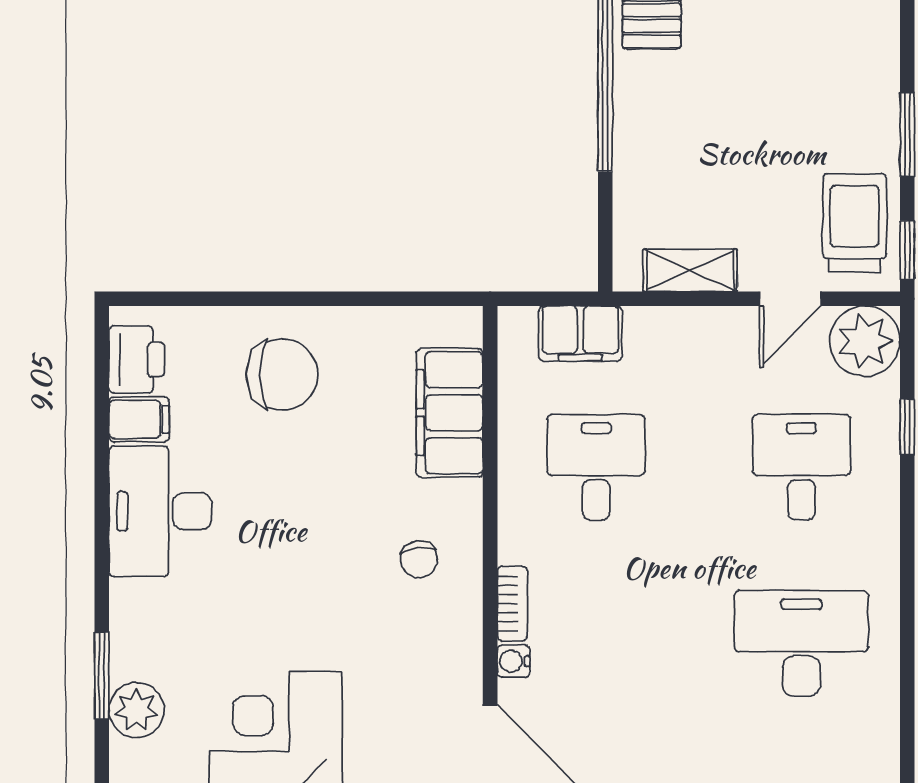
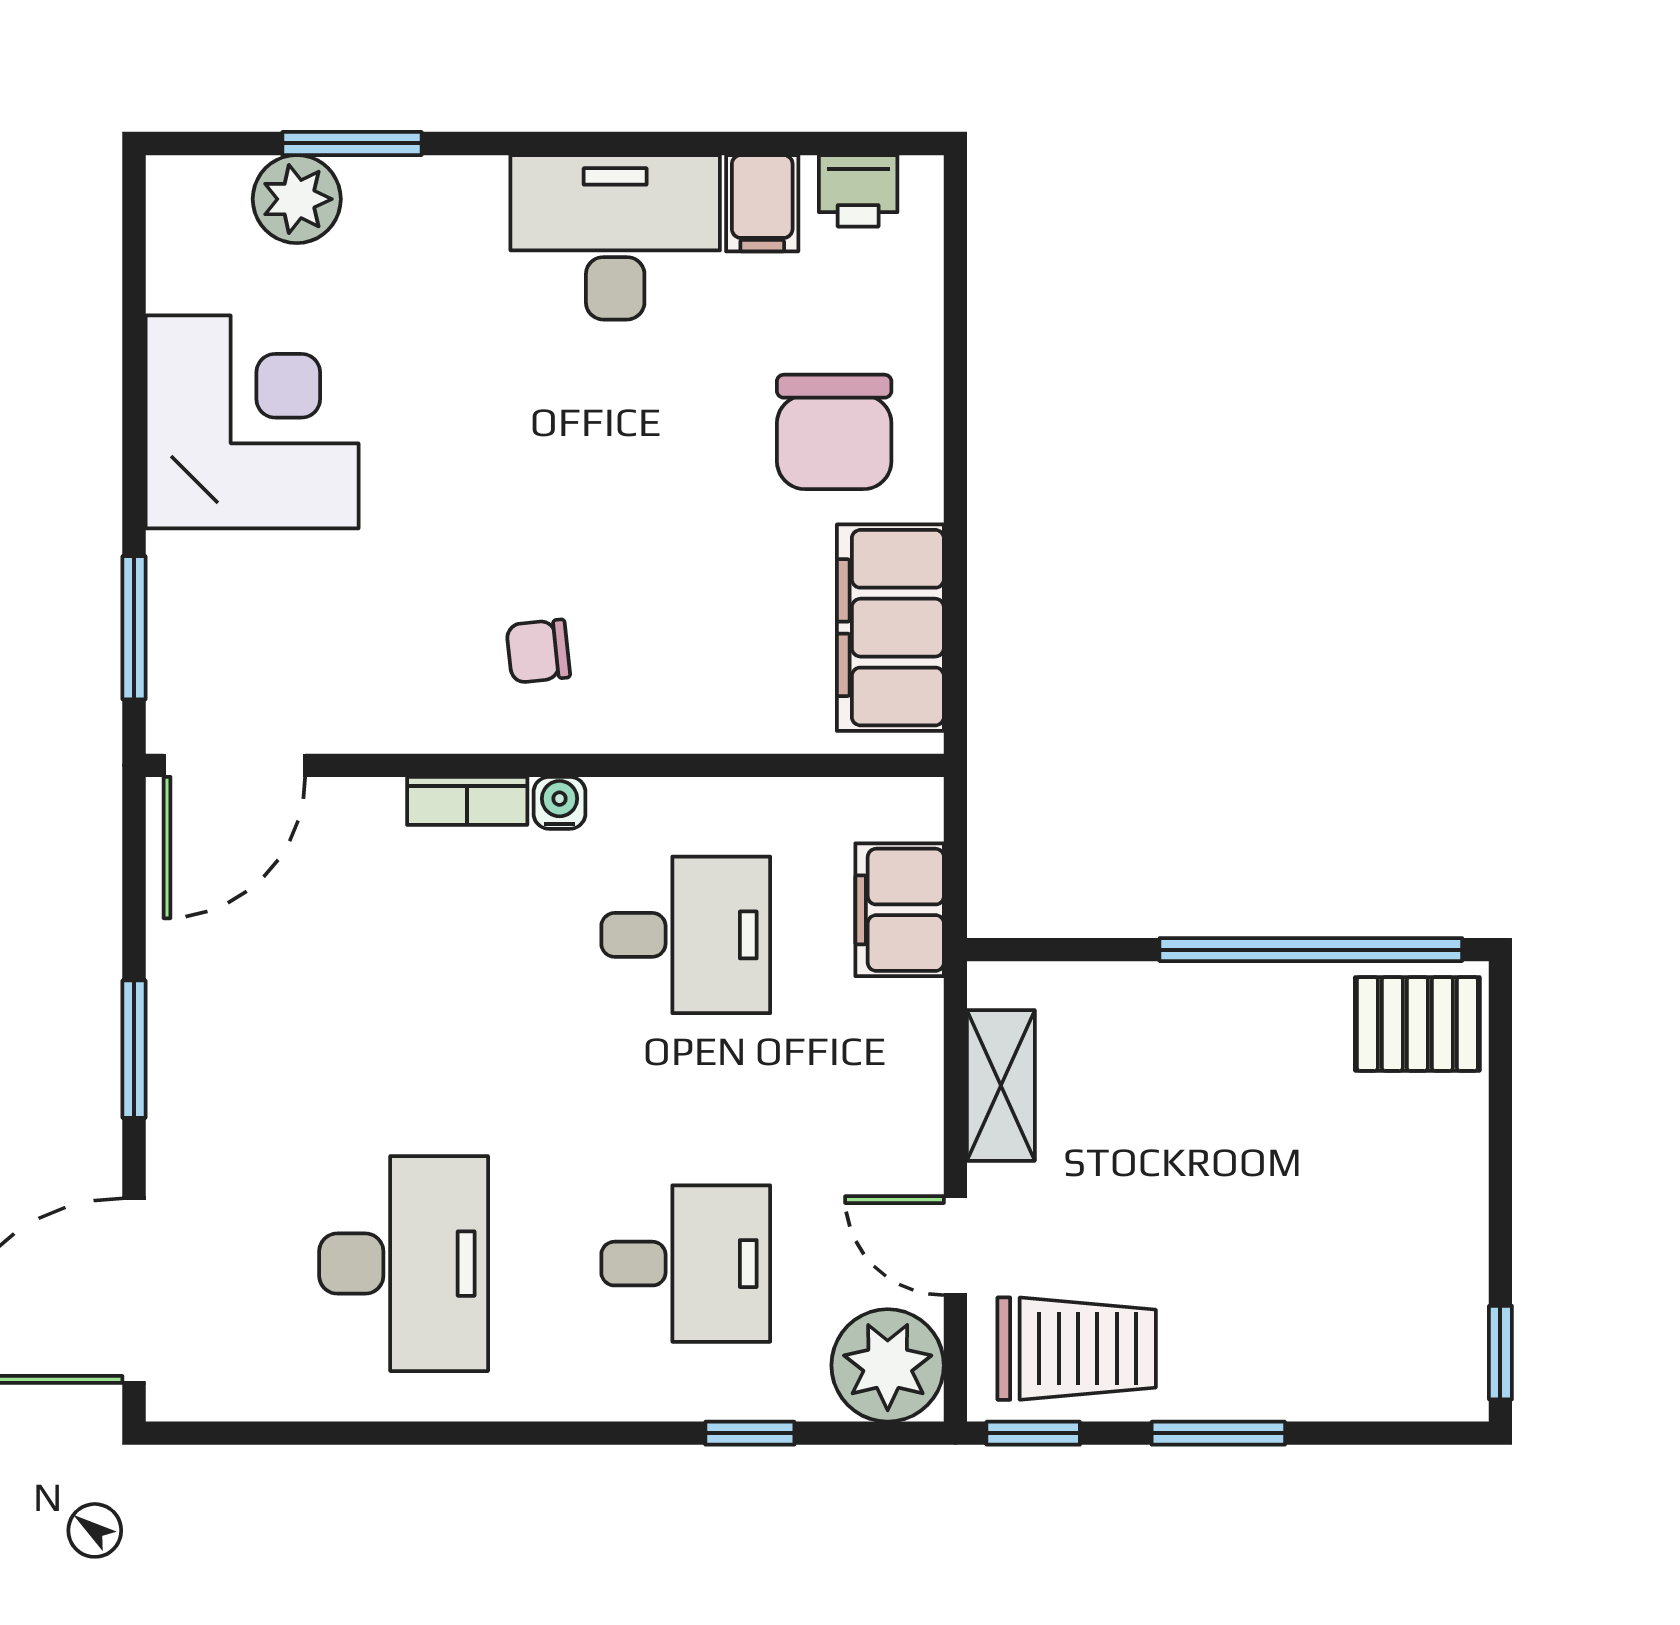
printer: (137, 359) -> (858, 191), width x0.73, depth x0.81
filing cabinet: (450, 413) -> (890, 628), moved, turned -90
water cooler: (514, 661) -> (559, 803), moved

